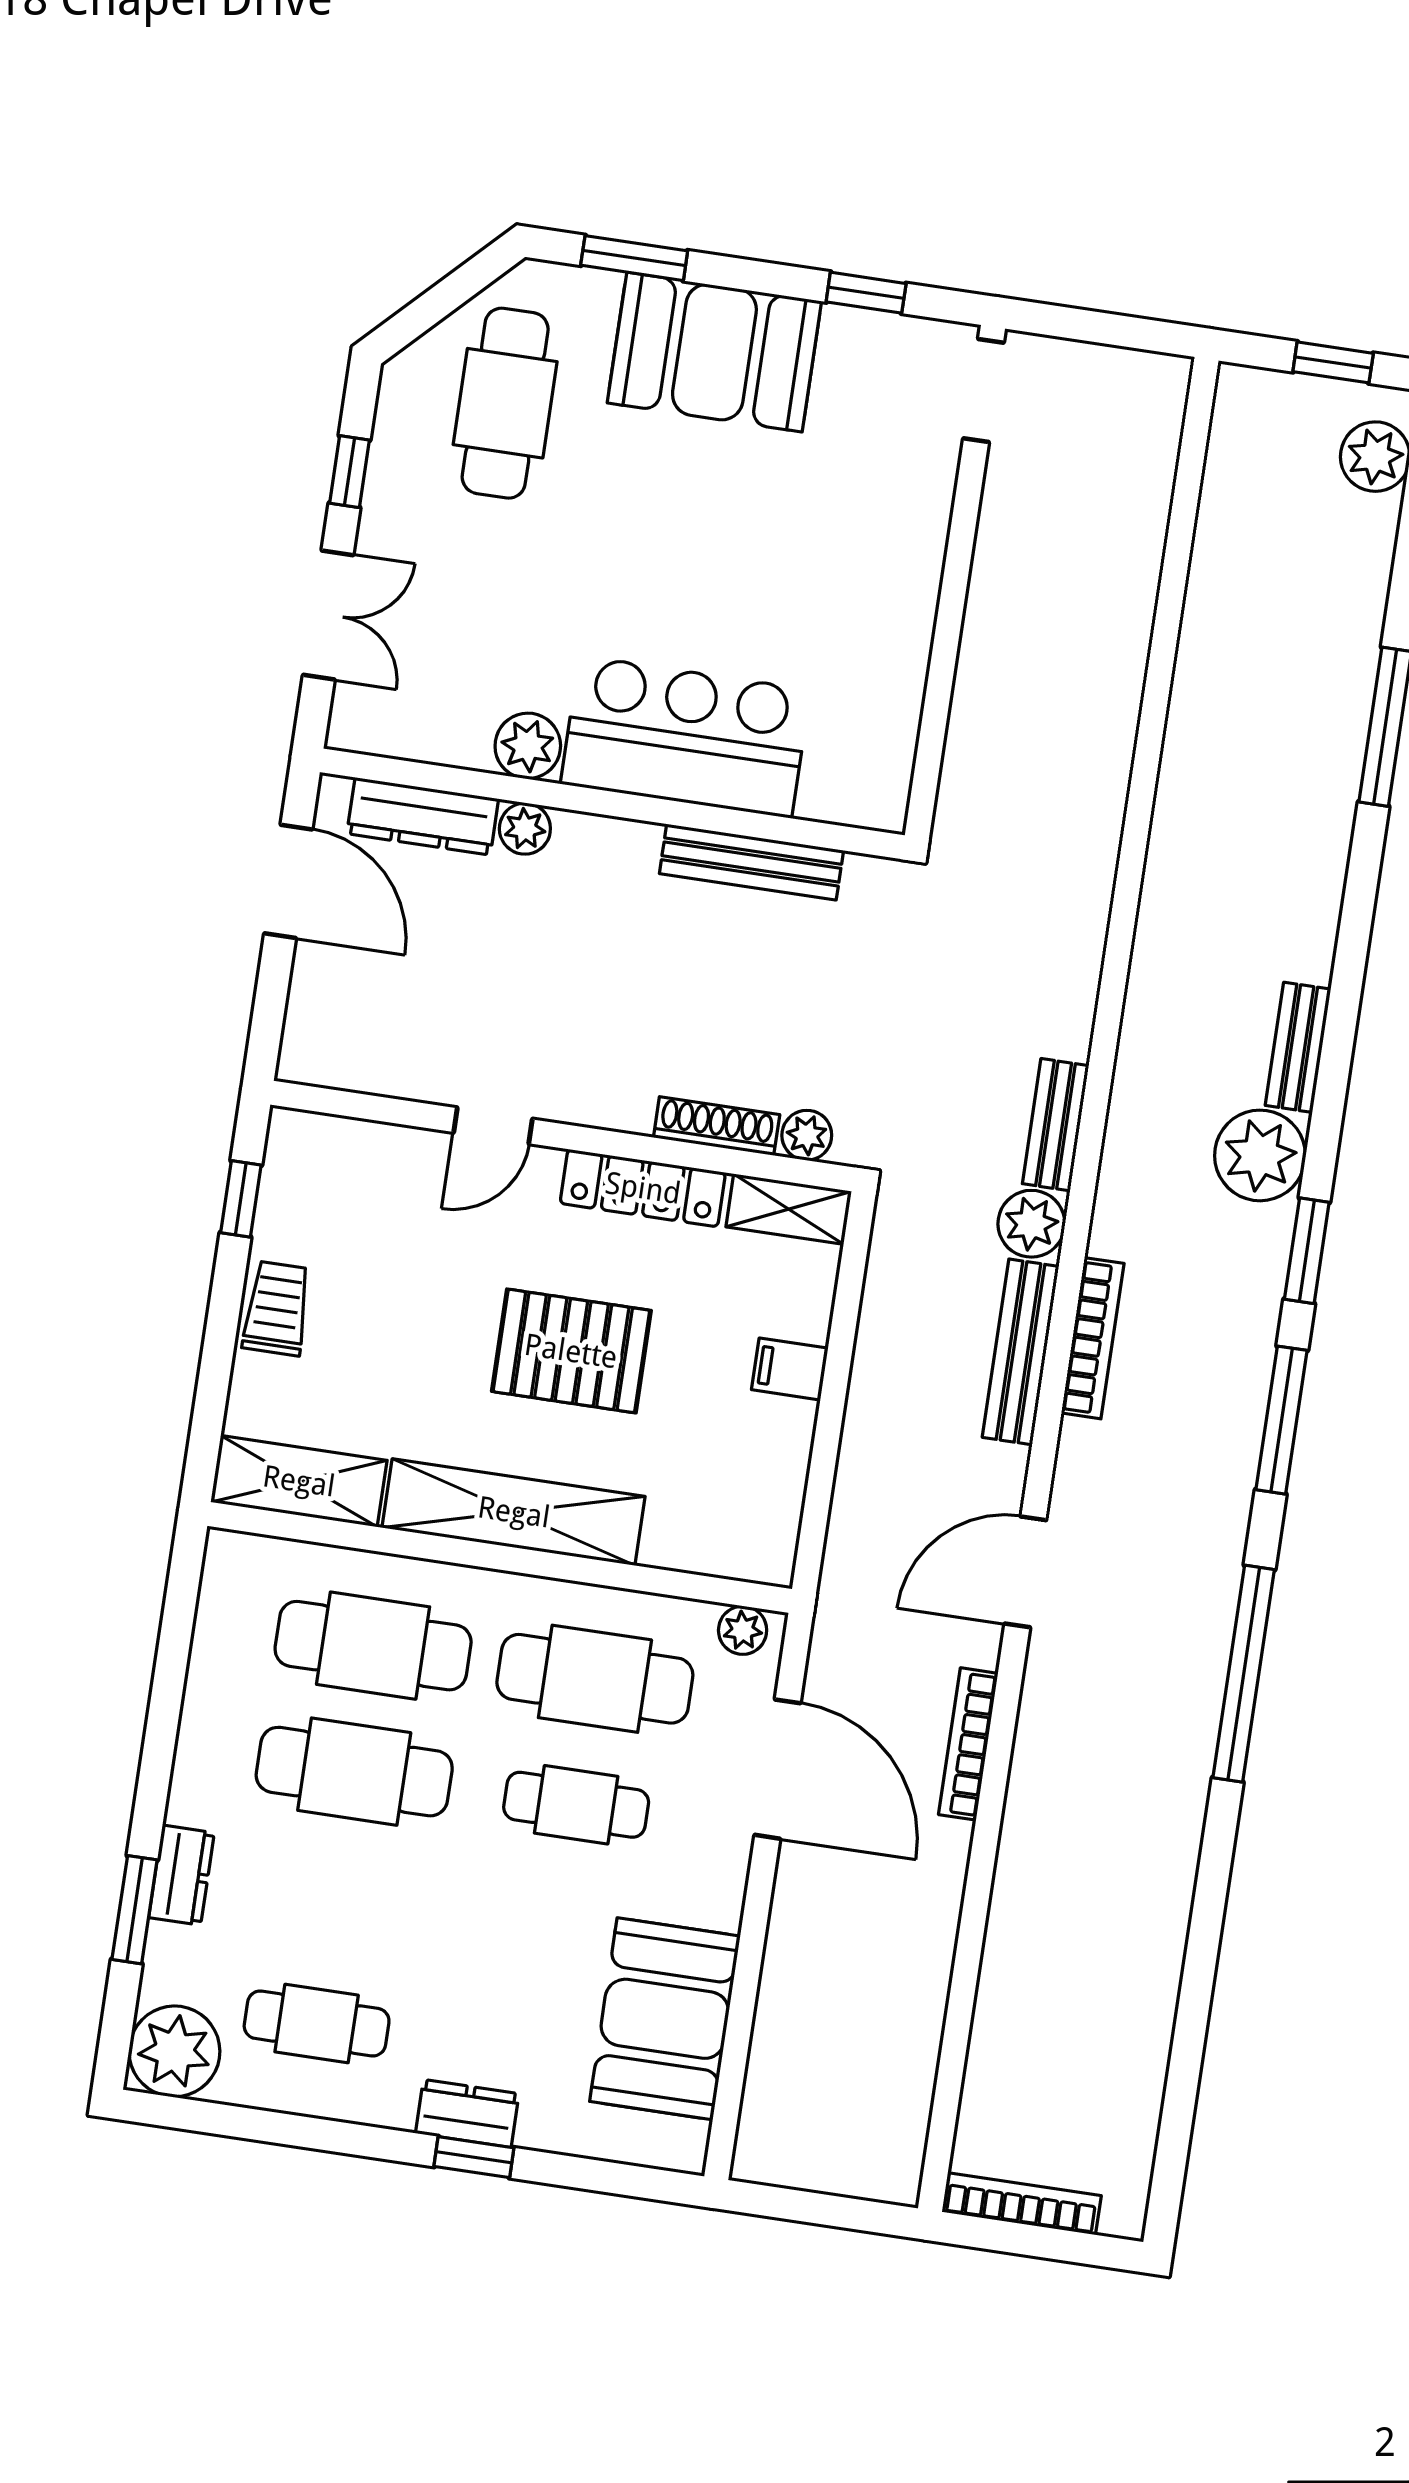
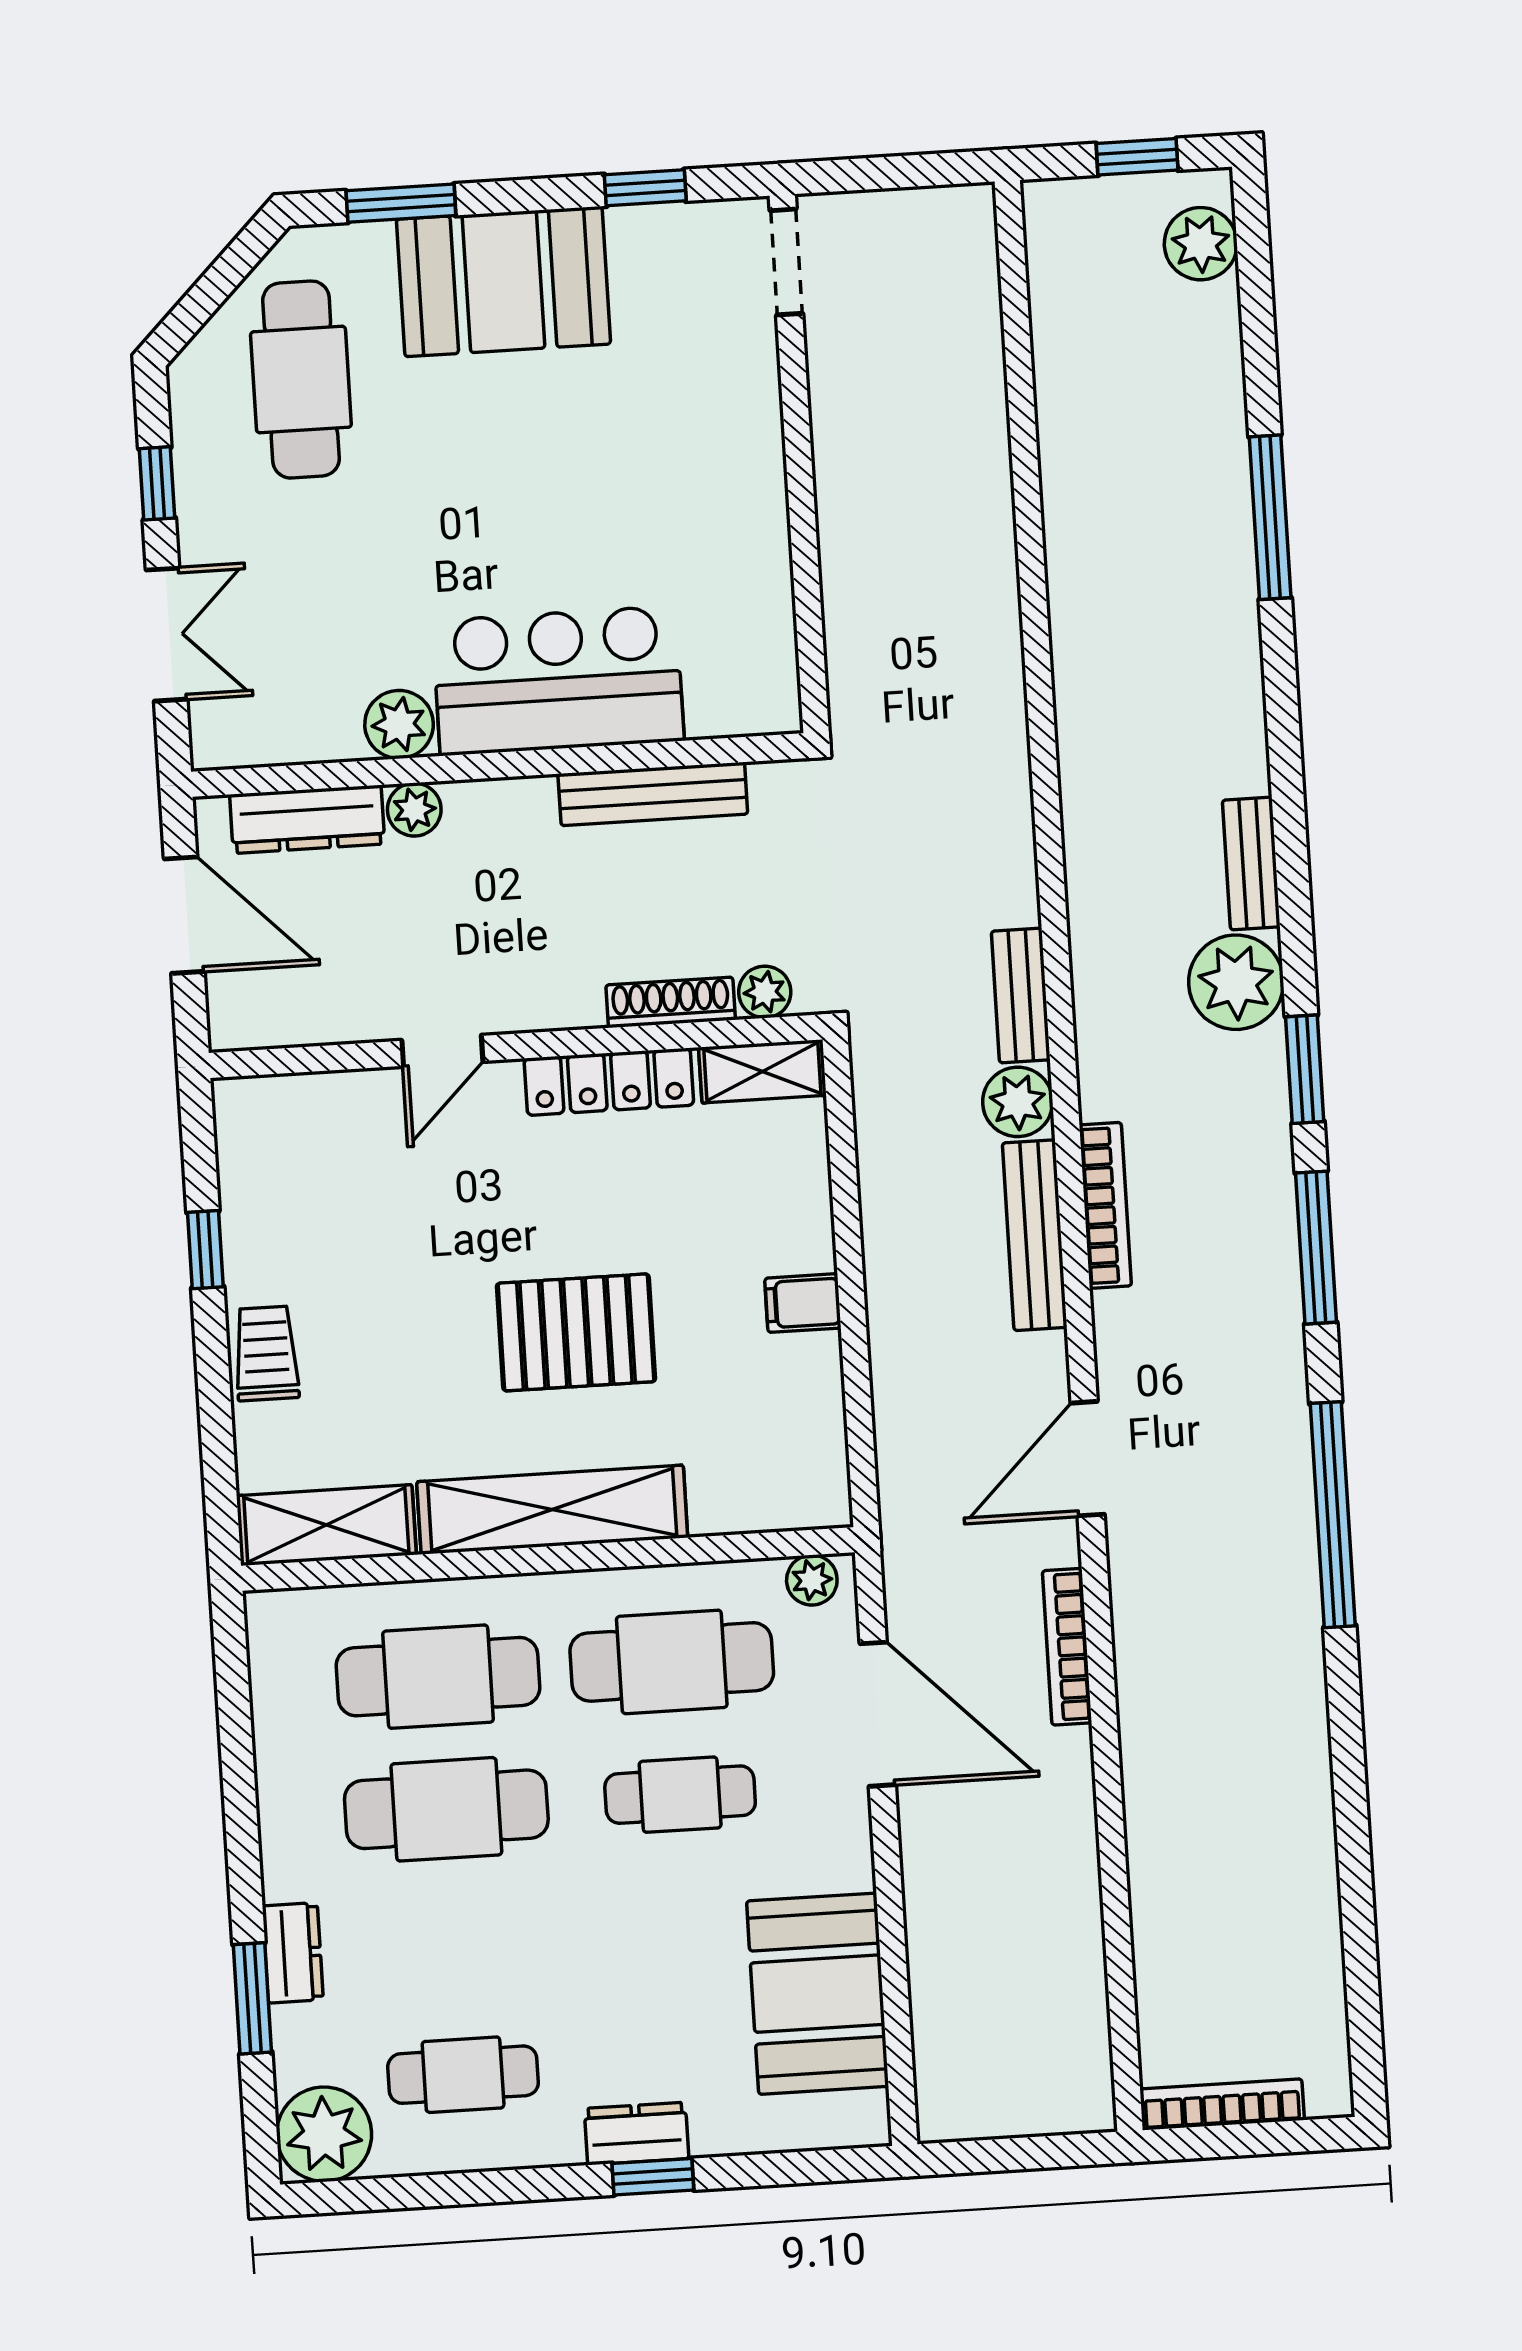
door: (493, 1126) -> (442, 1051), moved
shoe rack: (717, 1126) -> (671, 1002), moved
plant: (807, 1135) -> (765, 992), moved
wall: (563, 1136) -> (516, 1046), moved
locker: (643, 1188) -> (609, 1082), moved
shelving: (789, 1209) -> (762, 1071), moved

